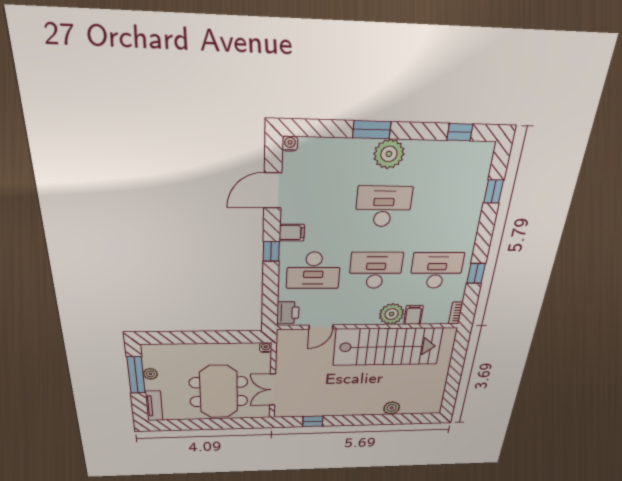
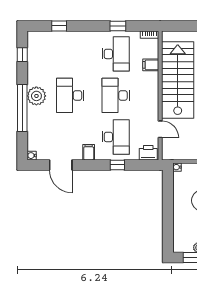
window: (372, 130) -> (22, 108), width x2.11
window: (271, 251) -> (117, 165), moved
desk: (436, 270) -> (116, 54), turned 180
plant: (392, 314) -> (150, 80), removed

